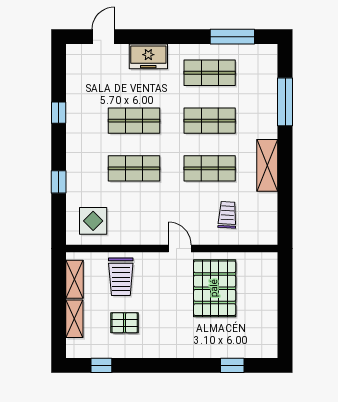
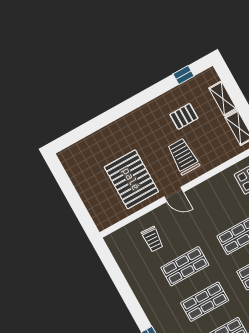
shelving: (267, 165) -> (143, 292), removed
trolley: (121, 277) -> (183, 157), moved
window: (232, 365) -> (86, 129), removed

